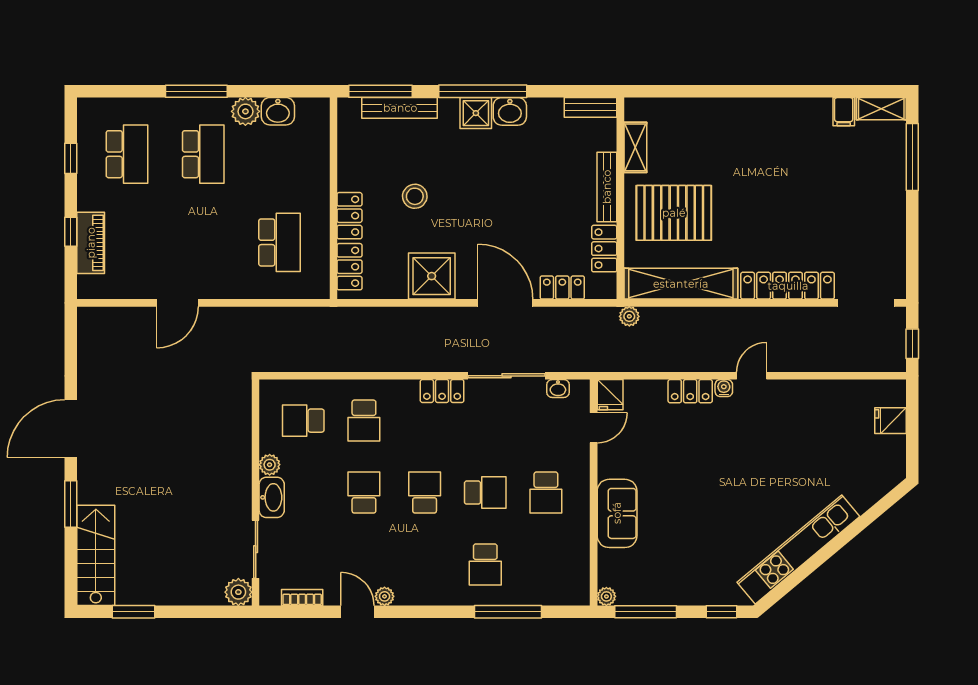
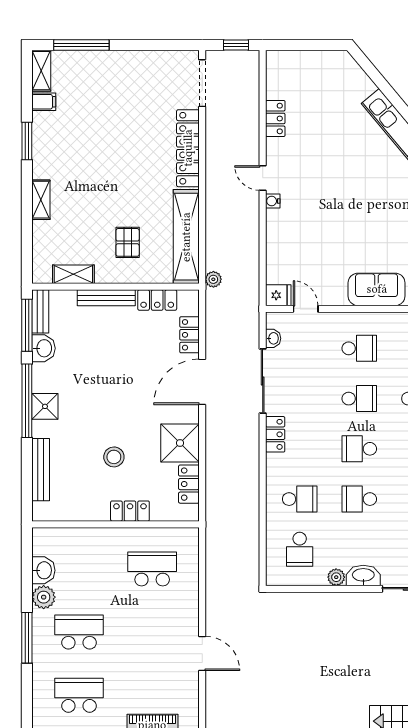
window: (381, 91) -> (27, 325), moved
window: (796, 91) -> (27, 141), added
shelving: (725, 108) -> (41, 200), added
washbasin: (510, 111) -> (44, 348), moved
pallet: (674, 213) -> (128, 242), width x0.49, depth x0.50
locker: (349, 267) -> (189, 484), moved, turned -90
locker: (690, 391) -> (275, 119), moved
fridge: (891, 421) -> (300, 63), removed
school desk: (485, 493) -> (359, 399), turned 90

